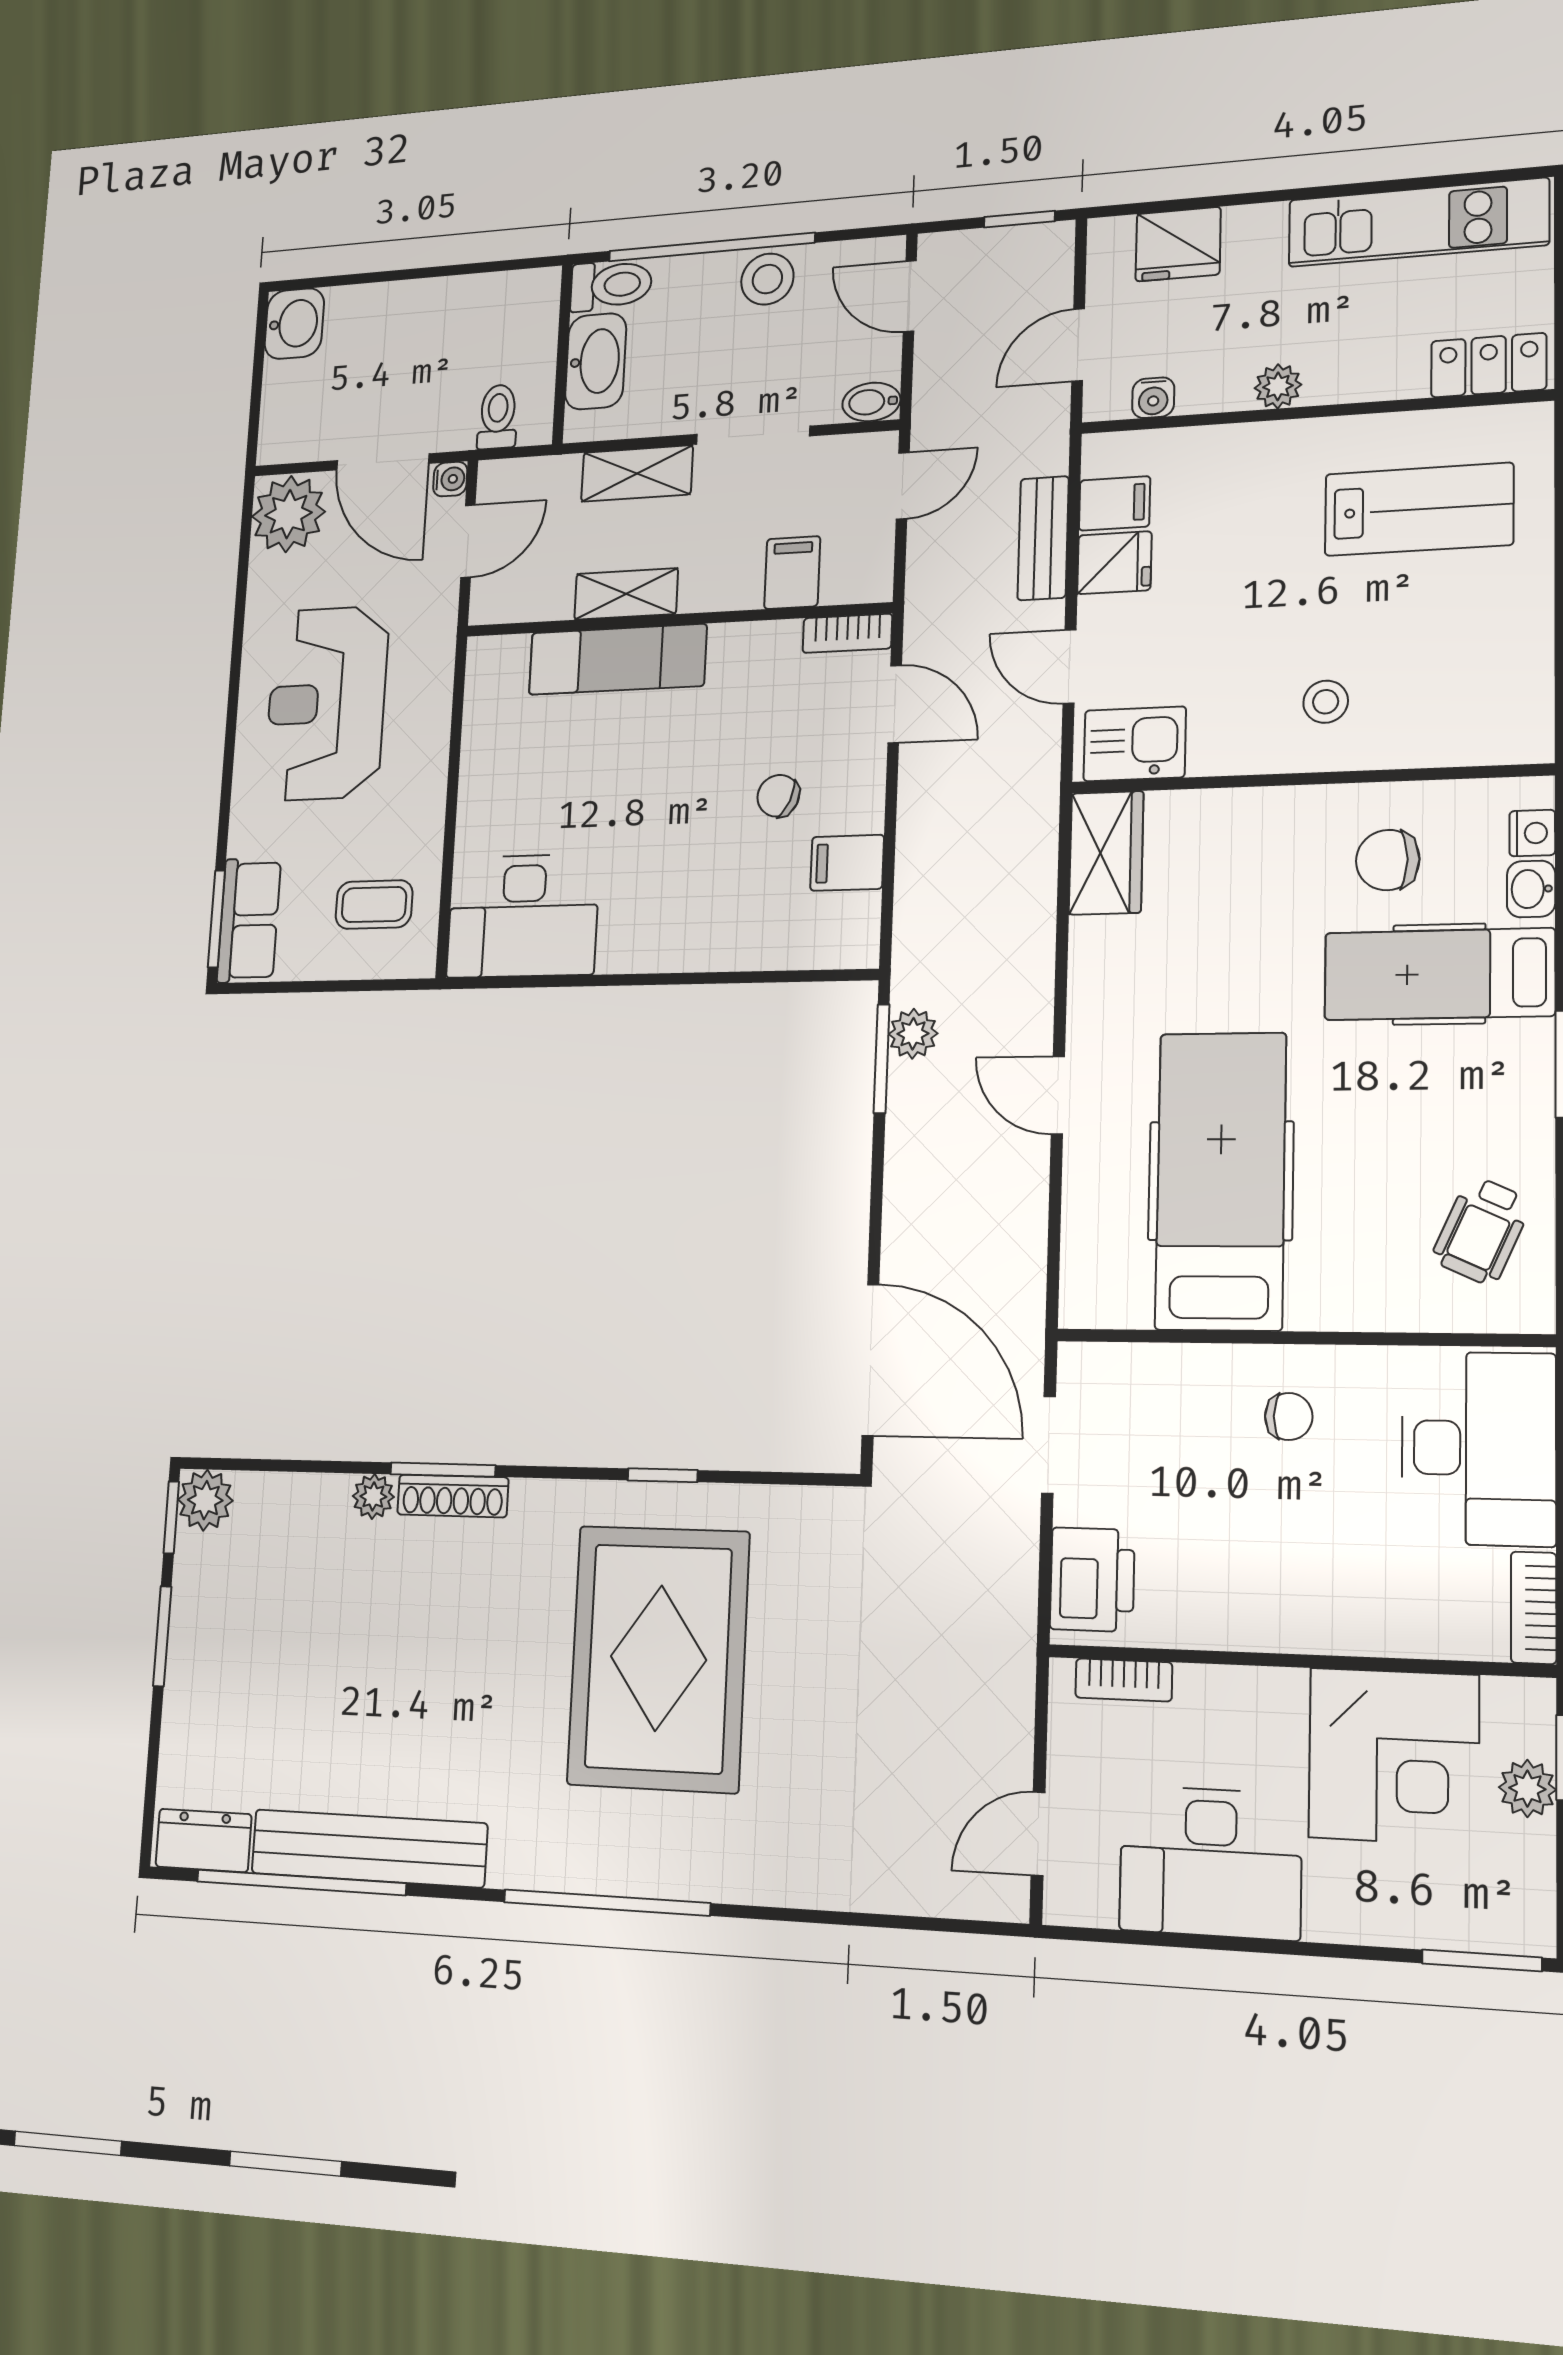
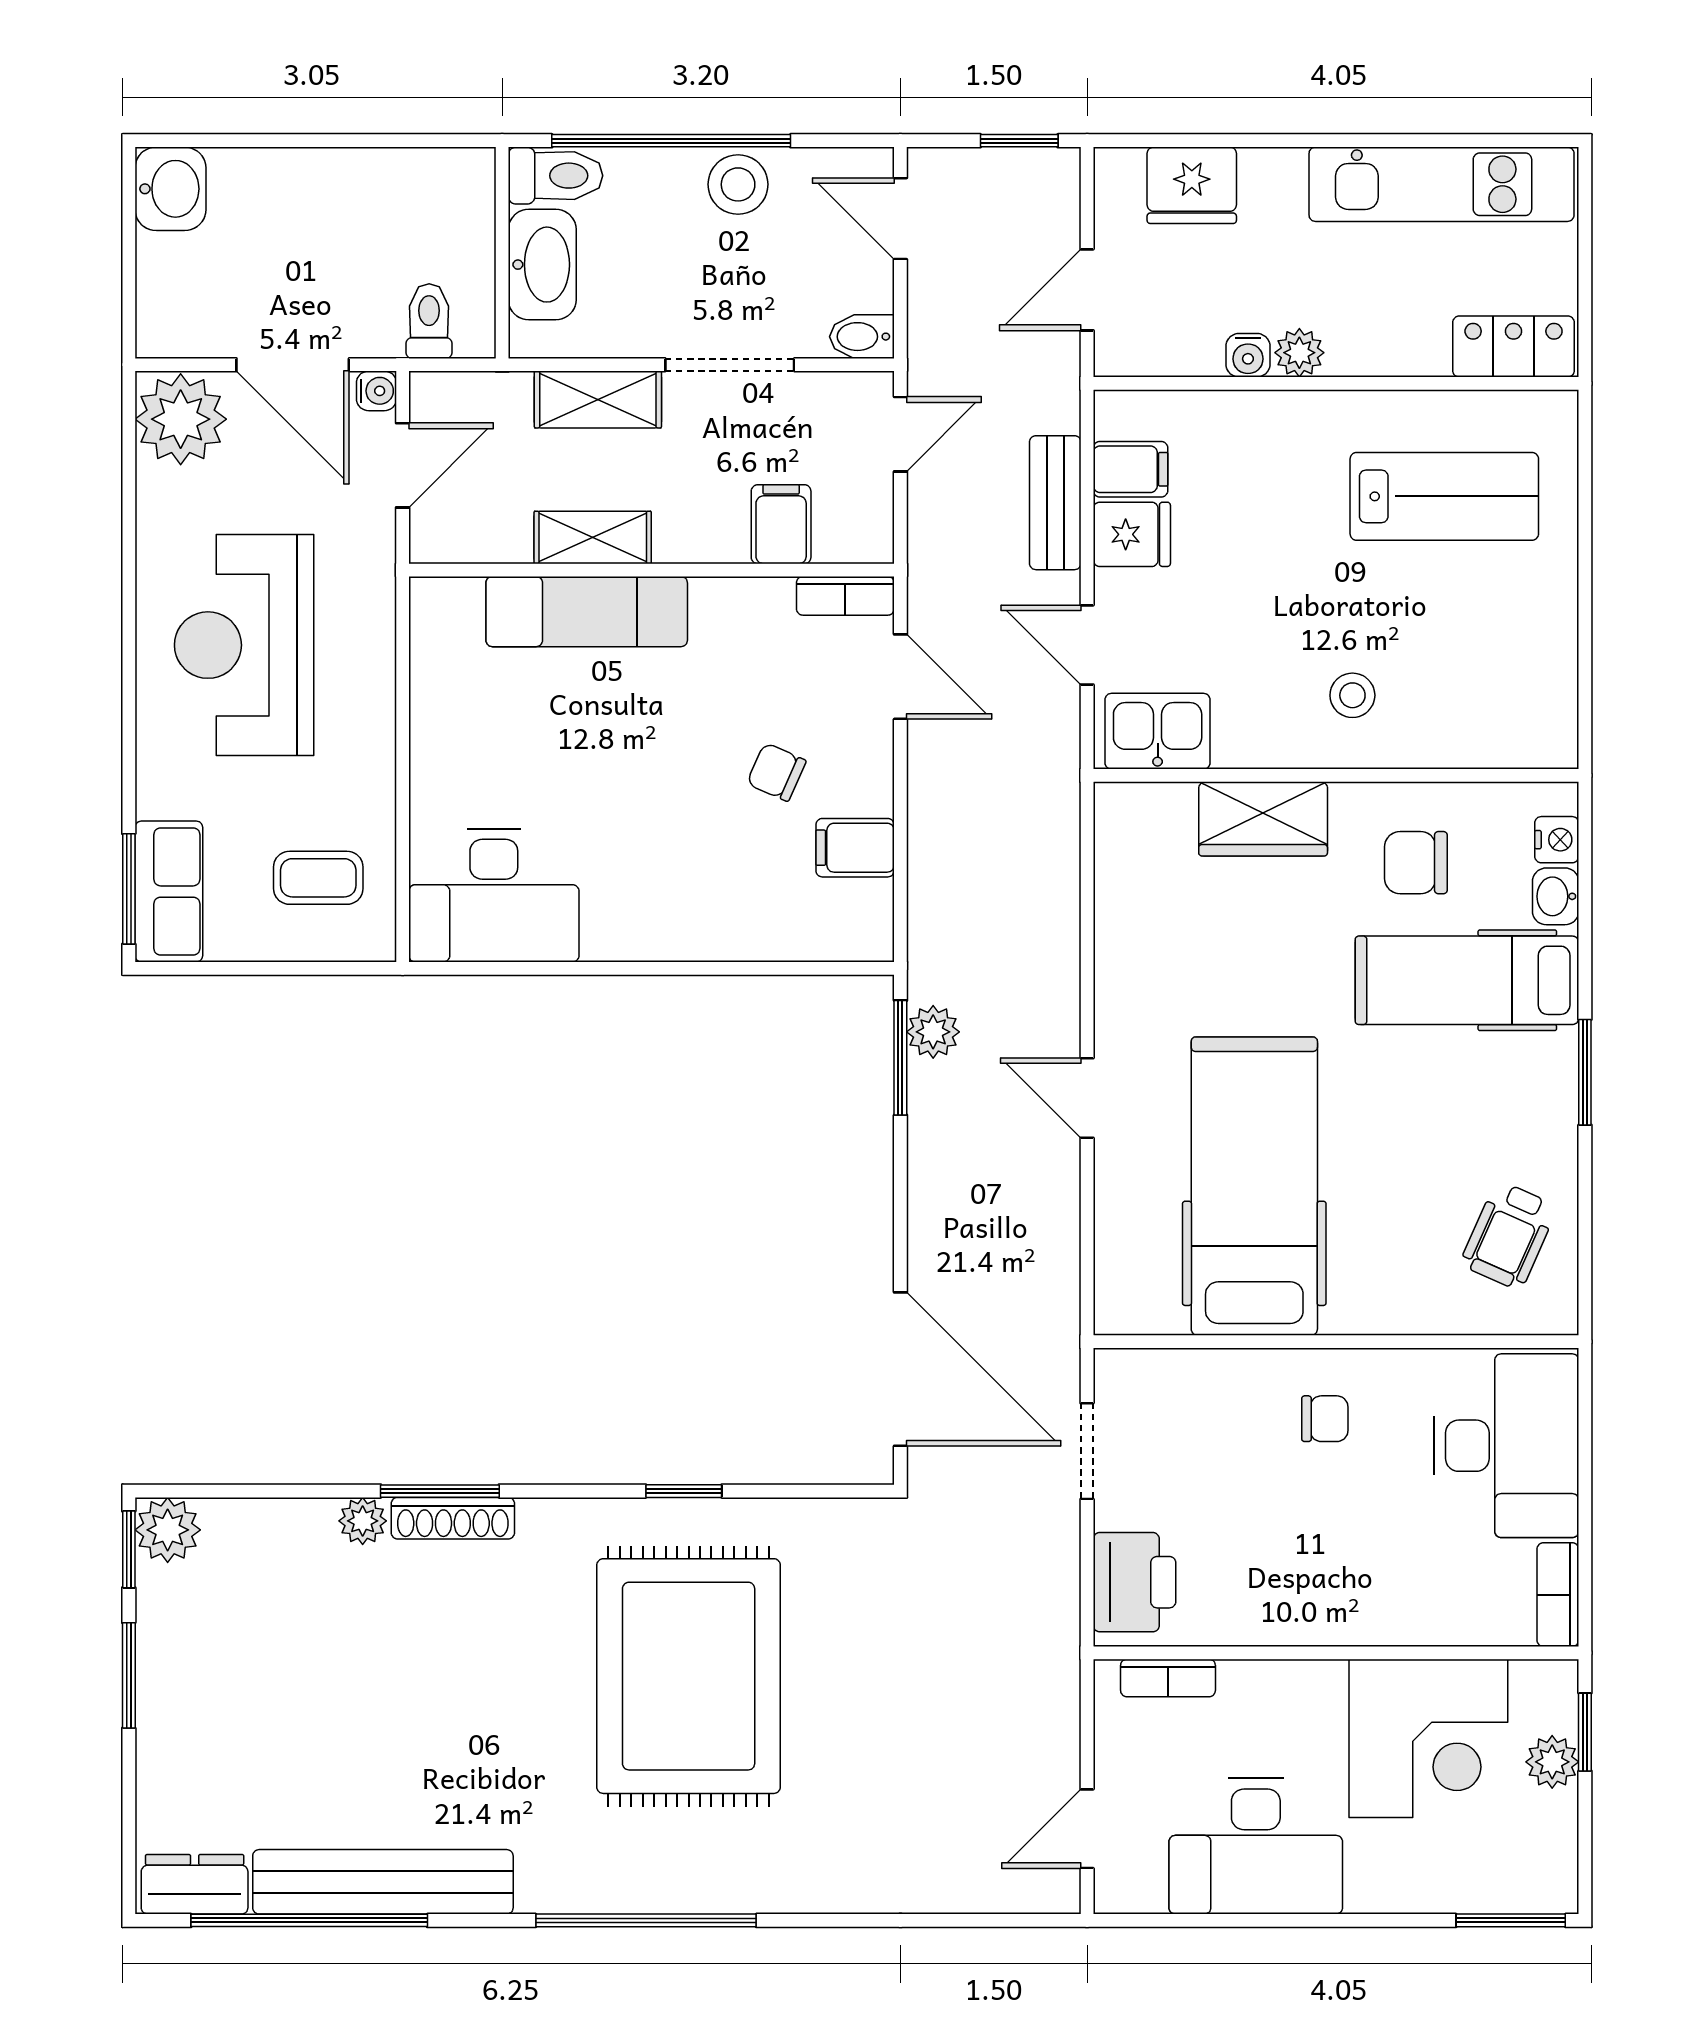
water cooler: (1153, 398) -> (1248, 355), moved
wardrobe: (1106, 853) -> (1263, 819), moved, turned 90

